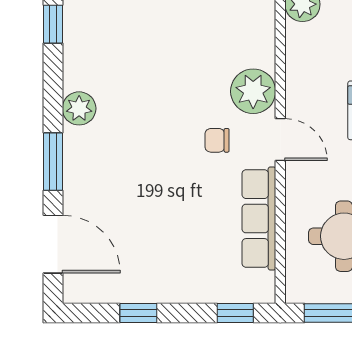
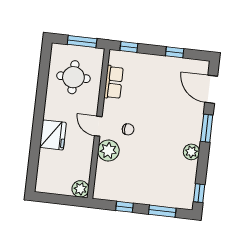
row of seats: (259, 219) -> (114, 82), width x0.68

